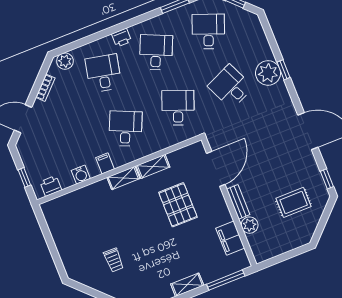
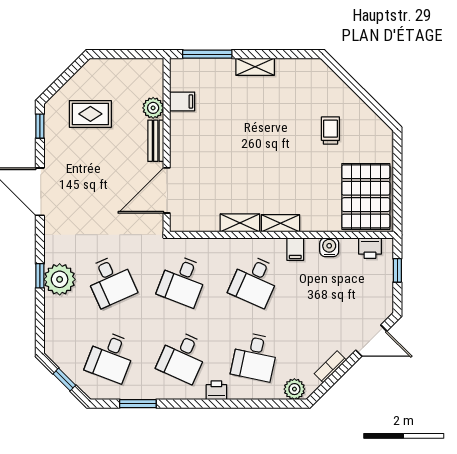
pallet: (178, 205) -> (366, 196), moved, width x1.37, depth x1.41
filing cabinet: (230, 238) -> (182, 101), width x0.50

